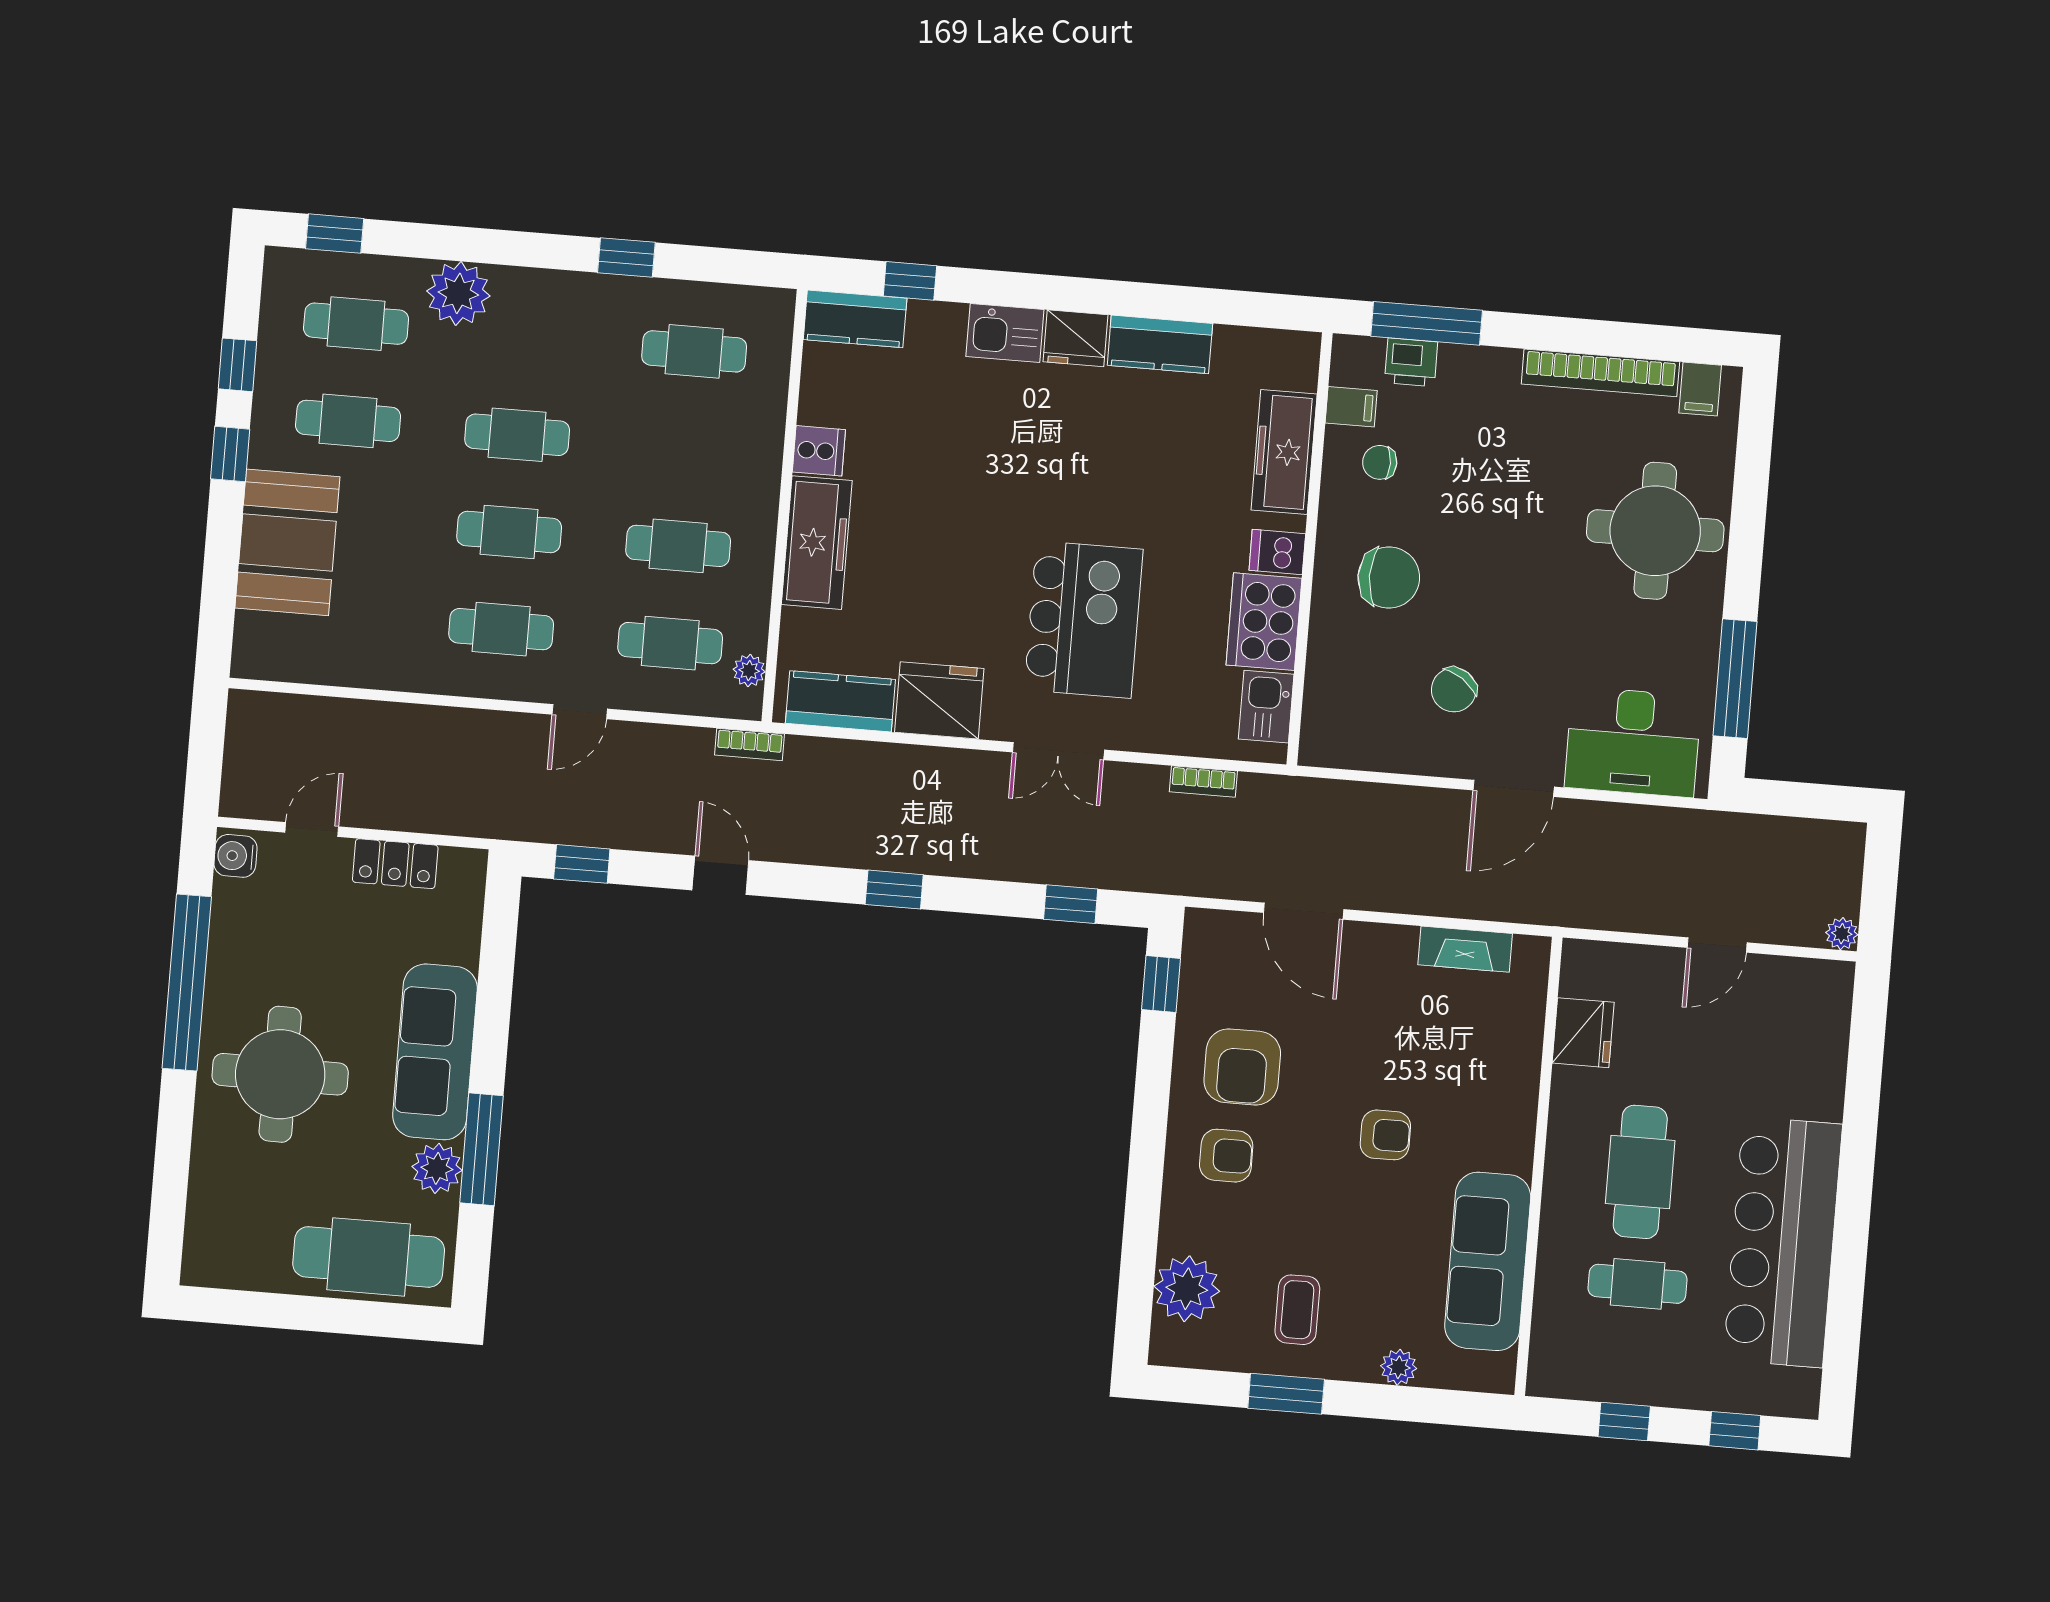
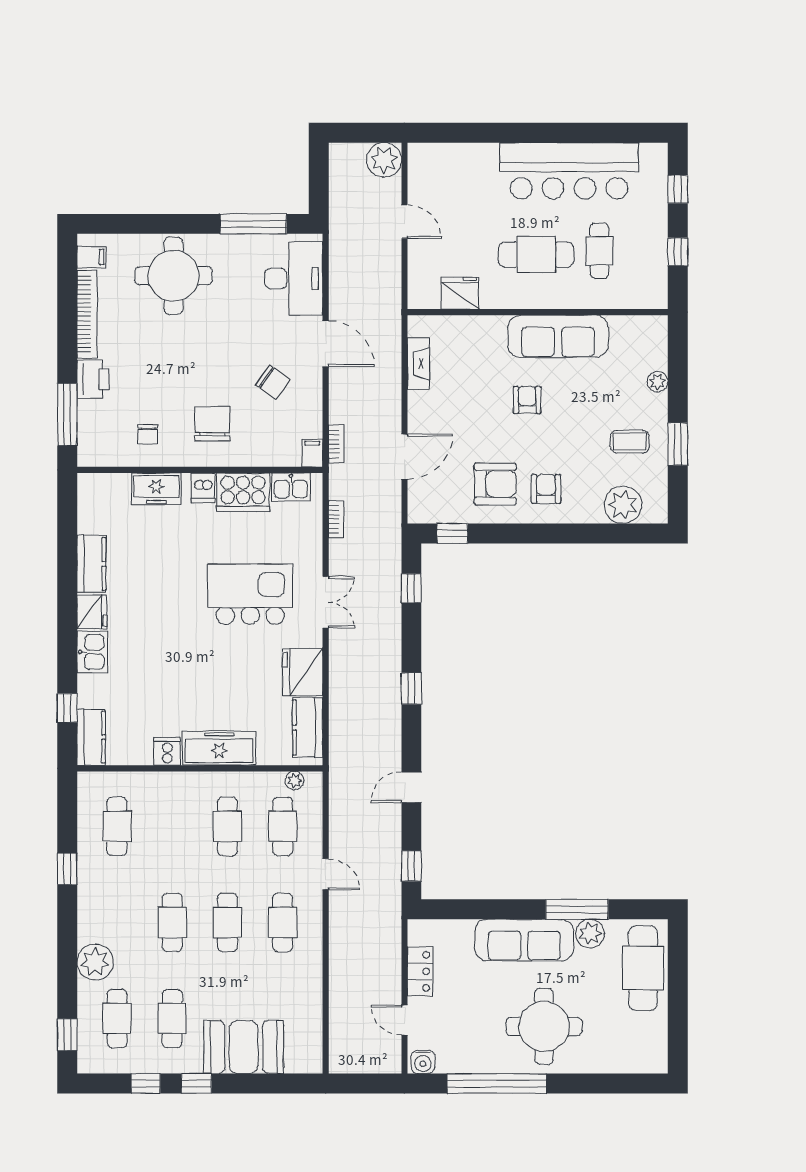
printer: (1411, 362) -> (93, 379), moved, width x1.36, depth x1.24
filing cabinet: (1351, 407) -> (312, 453), moved
freezer: (1284, 452) -> (156, 489), width x0.71
bookcase: (750, 744) -> (336, 444), moved
plant: (1842, 934) -> (384, 160), width x1.88, depth x1.88
sofa: (1488, 1261) -> (558, 336), moved

